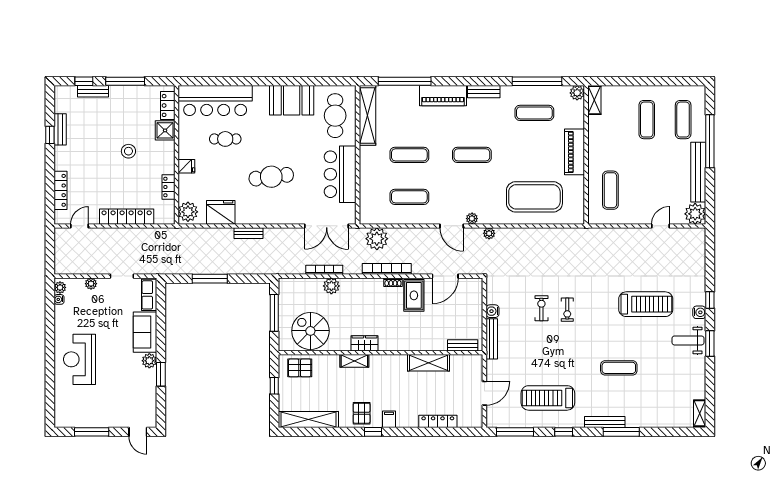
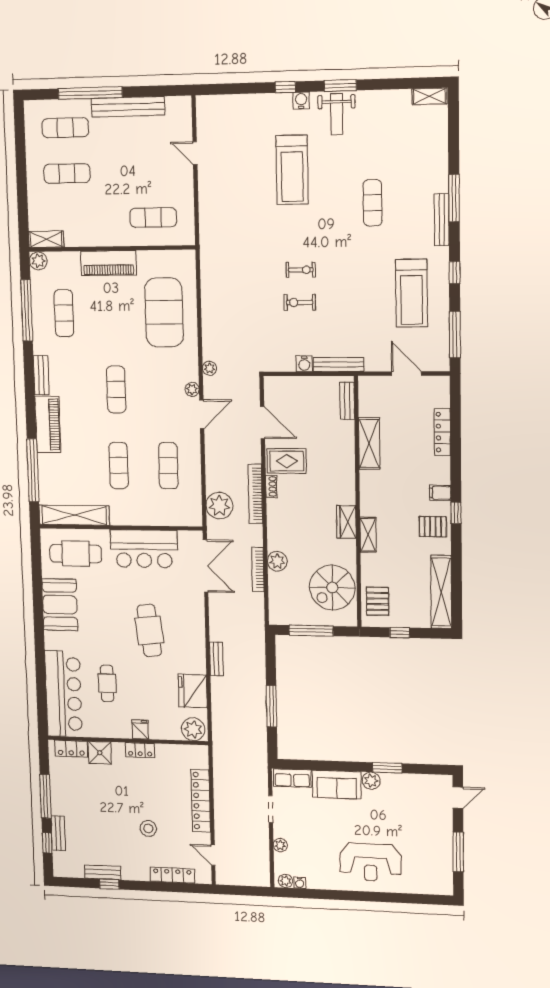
stool: (128, 151) -> (148, 828), moved
locker: (168, 187) -> (140, 750), moved
plant: (695, 214) -> (179, 109), removed
treadmill: (646, 304) -> (292, 170), turned 180

